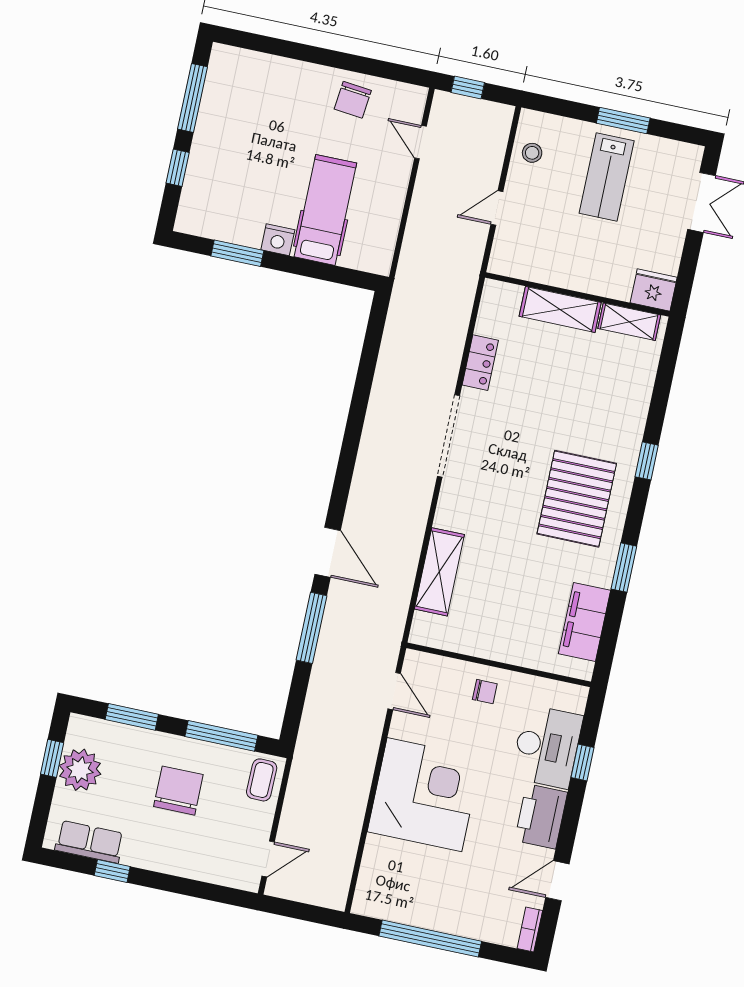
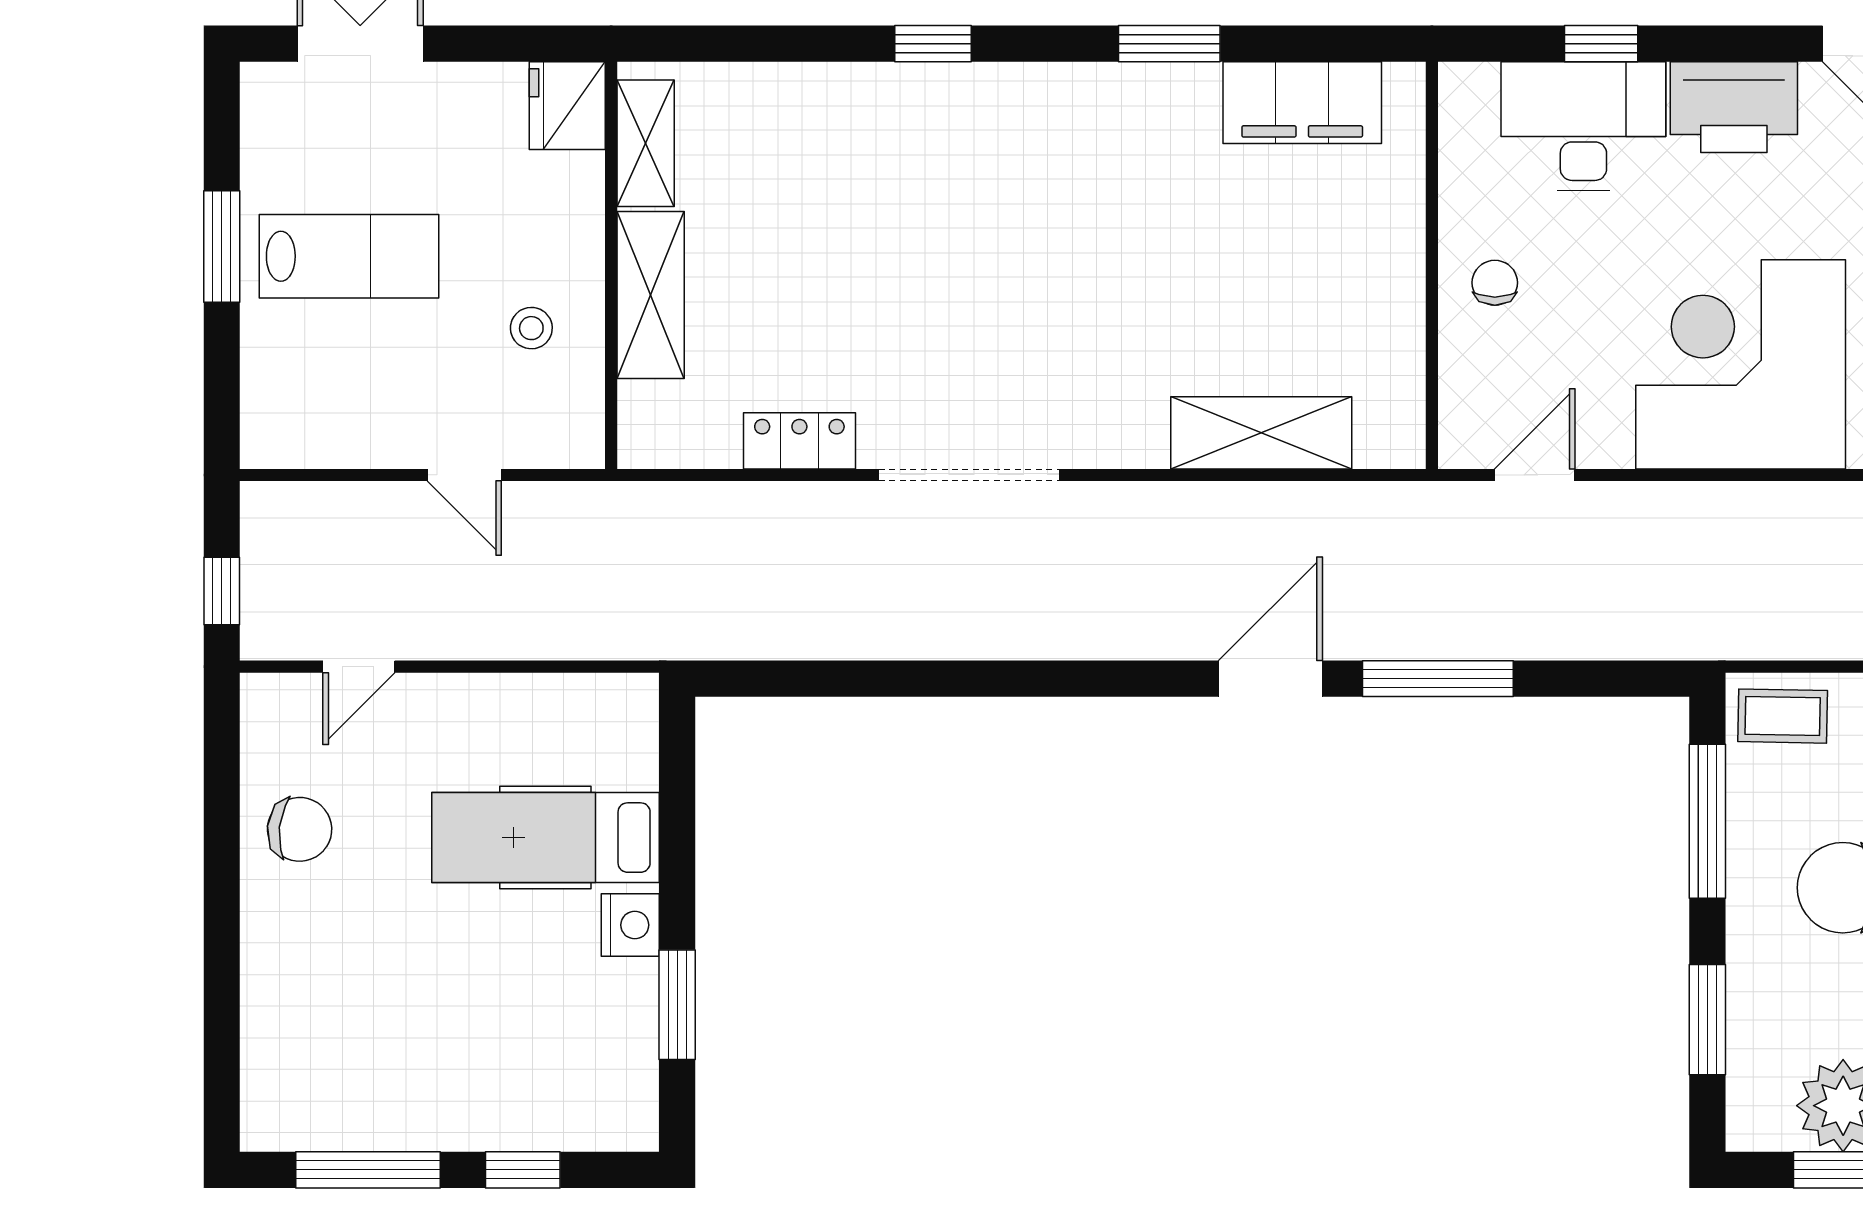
stool: (532, 153) -> (531, 328), moved
pallet: (577, 499) -> (1044, 175), removed

